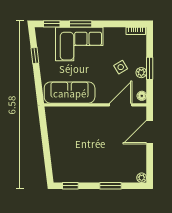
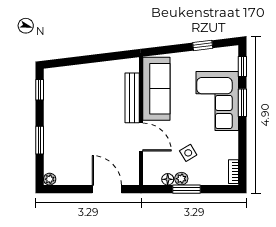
floor lamp: (142, 96) -> (168, 179), moved
door: (121, 105) -> (141, 137), moved
bench: (77, 112) -> (132, 98), added

